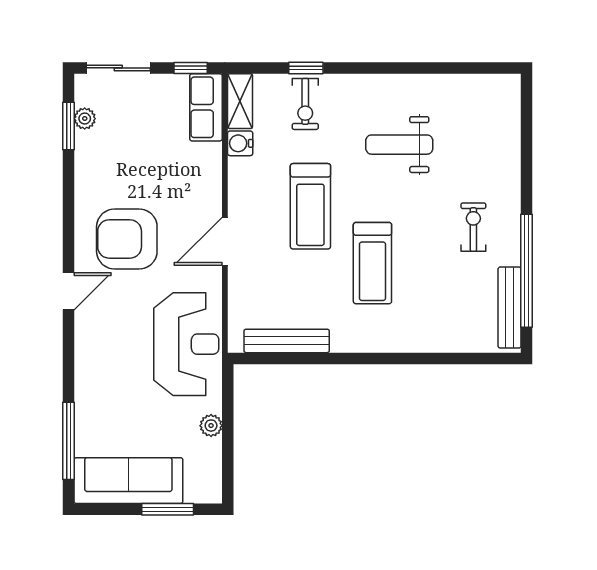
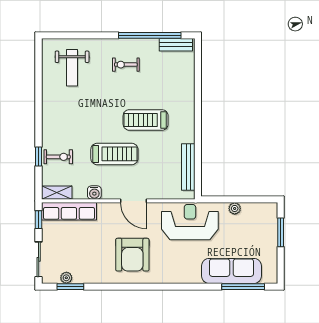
row of seats: (206, 107) -> (69, 211), width x1.48
water cooler: (240, 143) -> (94, 193), moved
weight bench: (399, 145) -> (72, 68), moved
treadmill: (372, 263) -> (146, 120), turned 180
door: (68, 291) -> (161, 287), removed
bench: (510, 308) -> (176, 45), width x0.73
sofa: (128, 481) -> (231, 271), moved, turned 90

